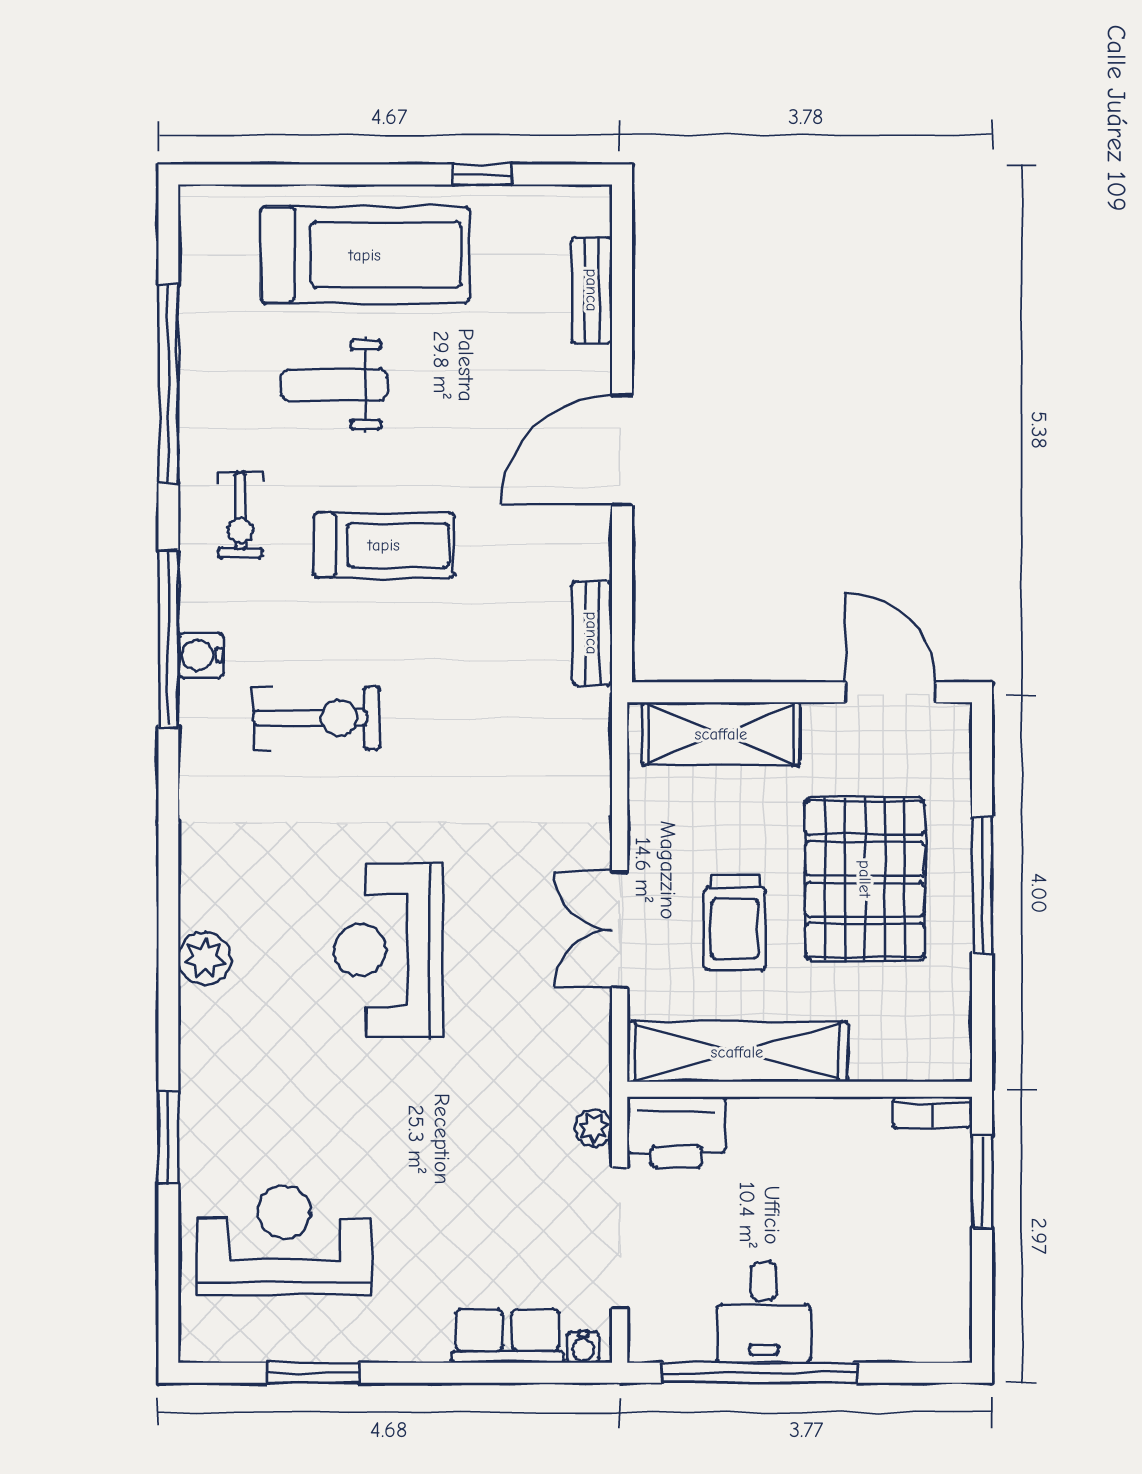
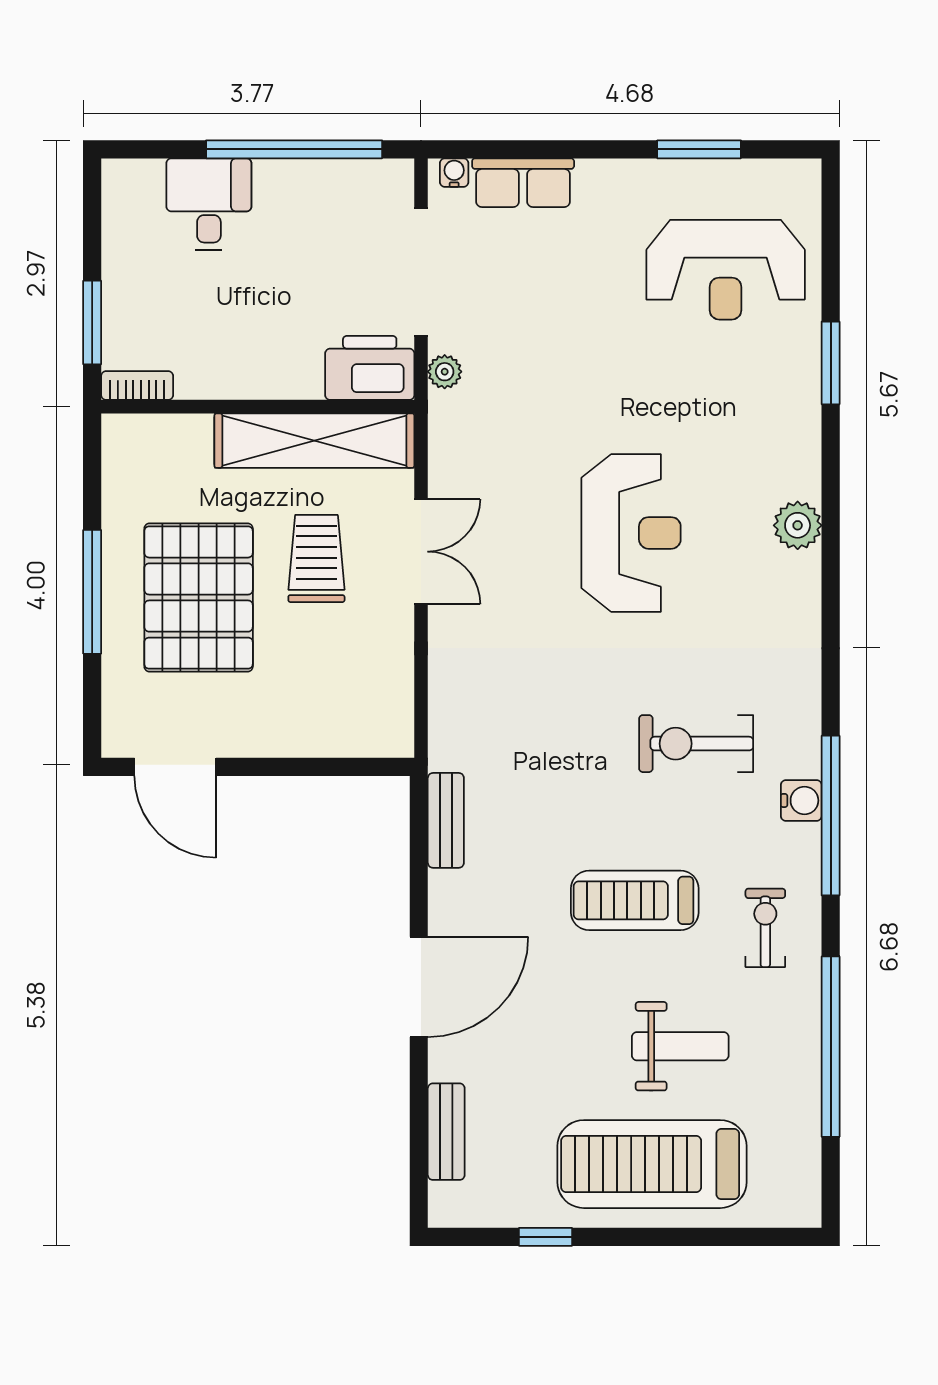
shelving: (721, 734) -> (329, 729), removed
desk: (764, 1312) -> (209, 204), moved

